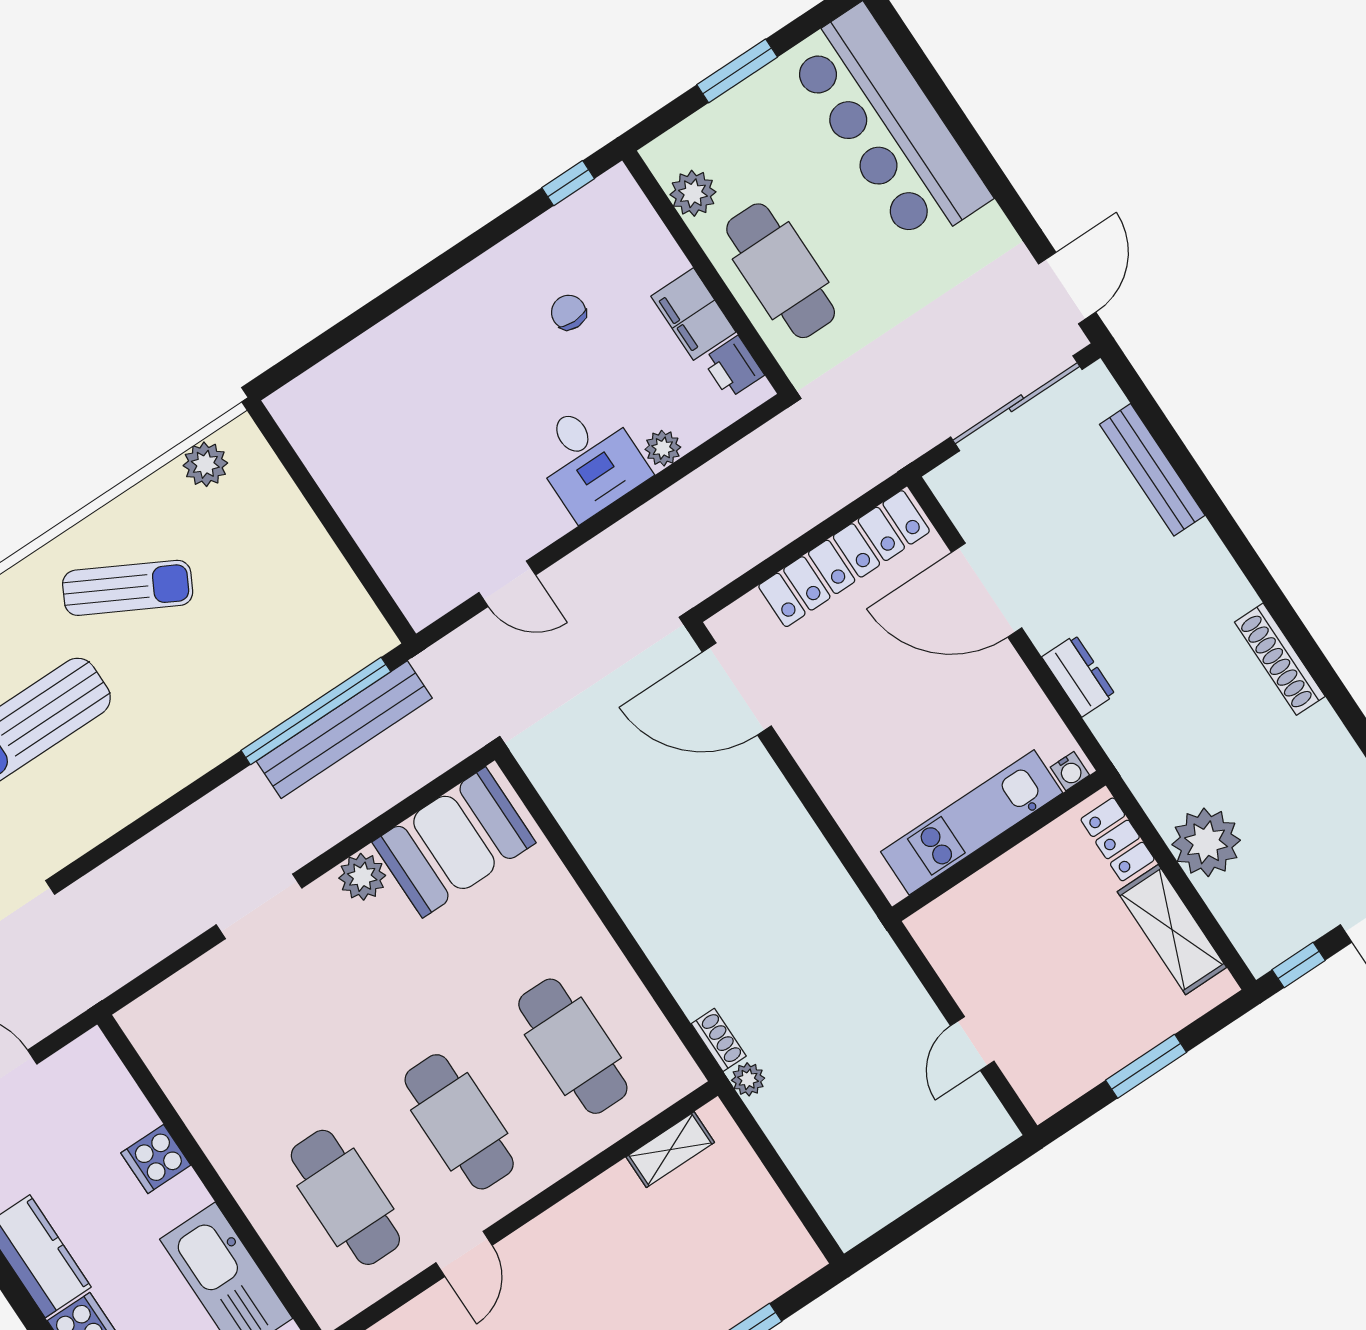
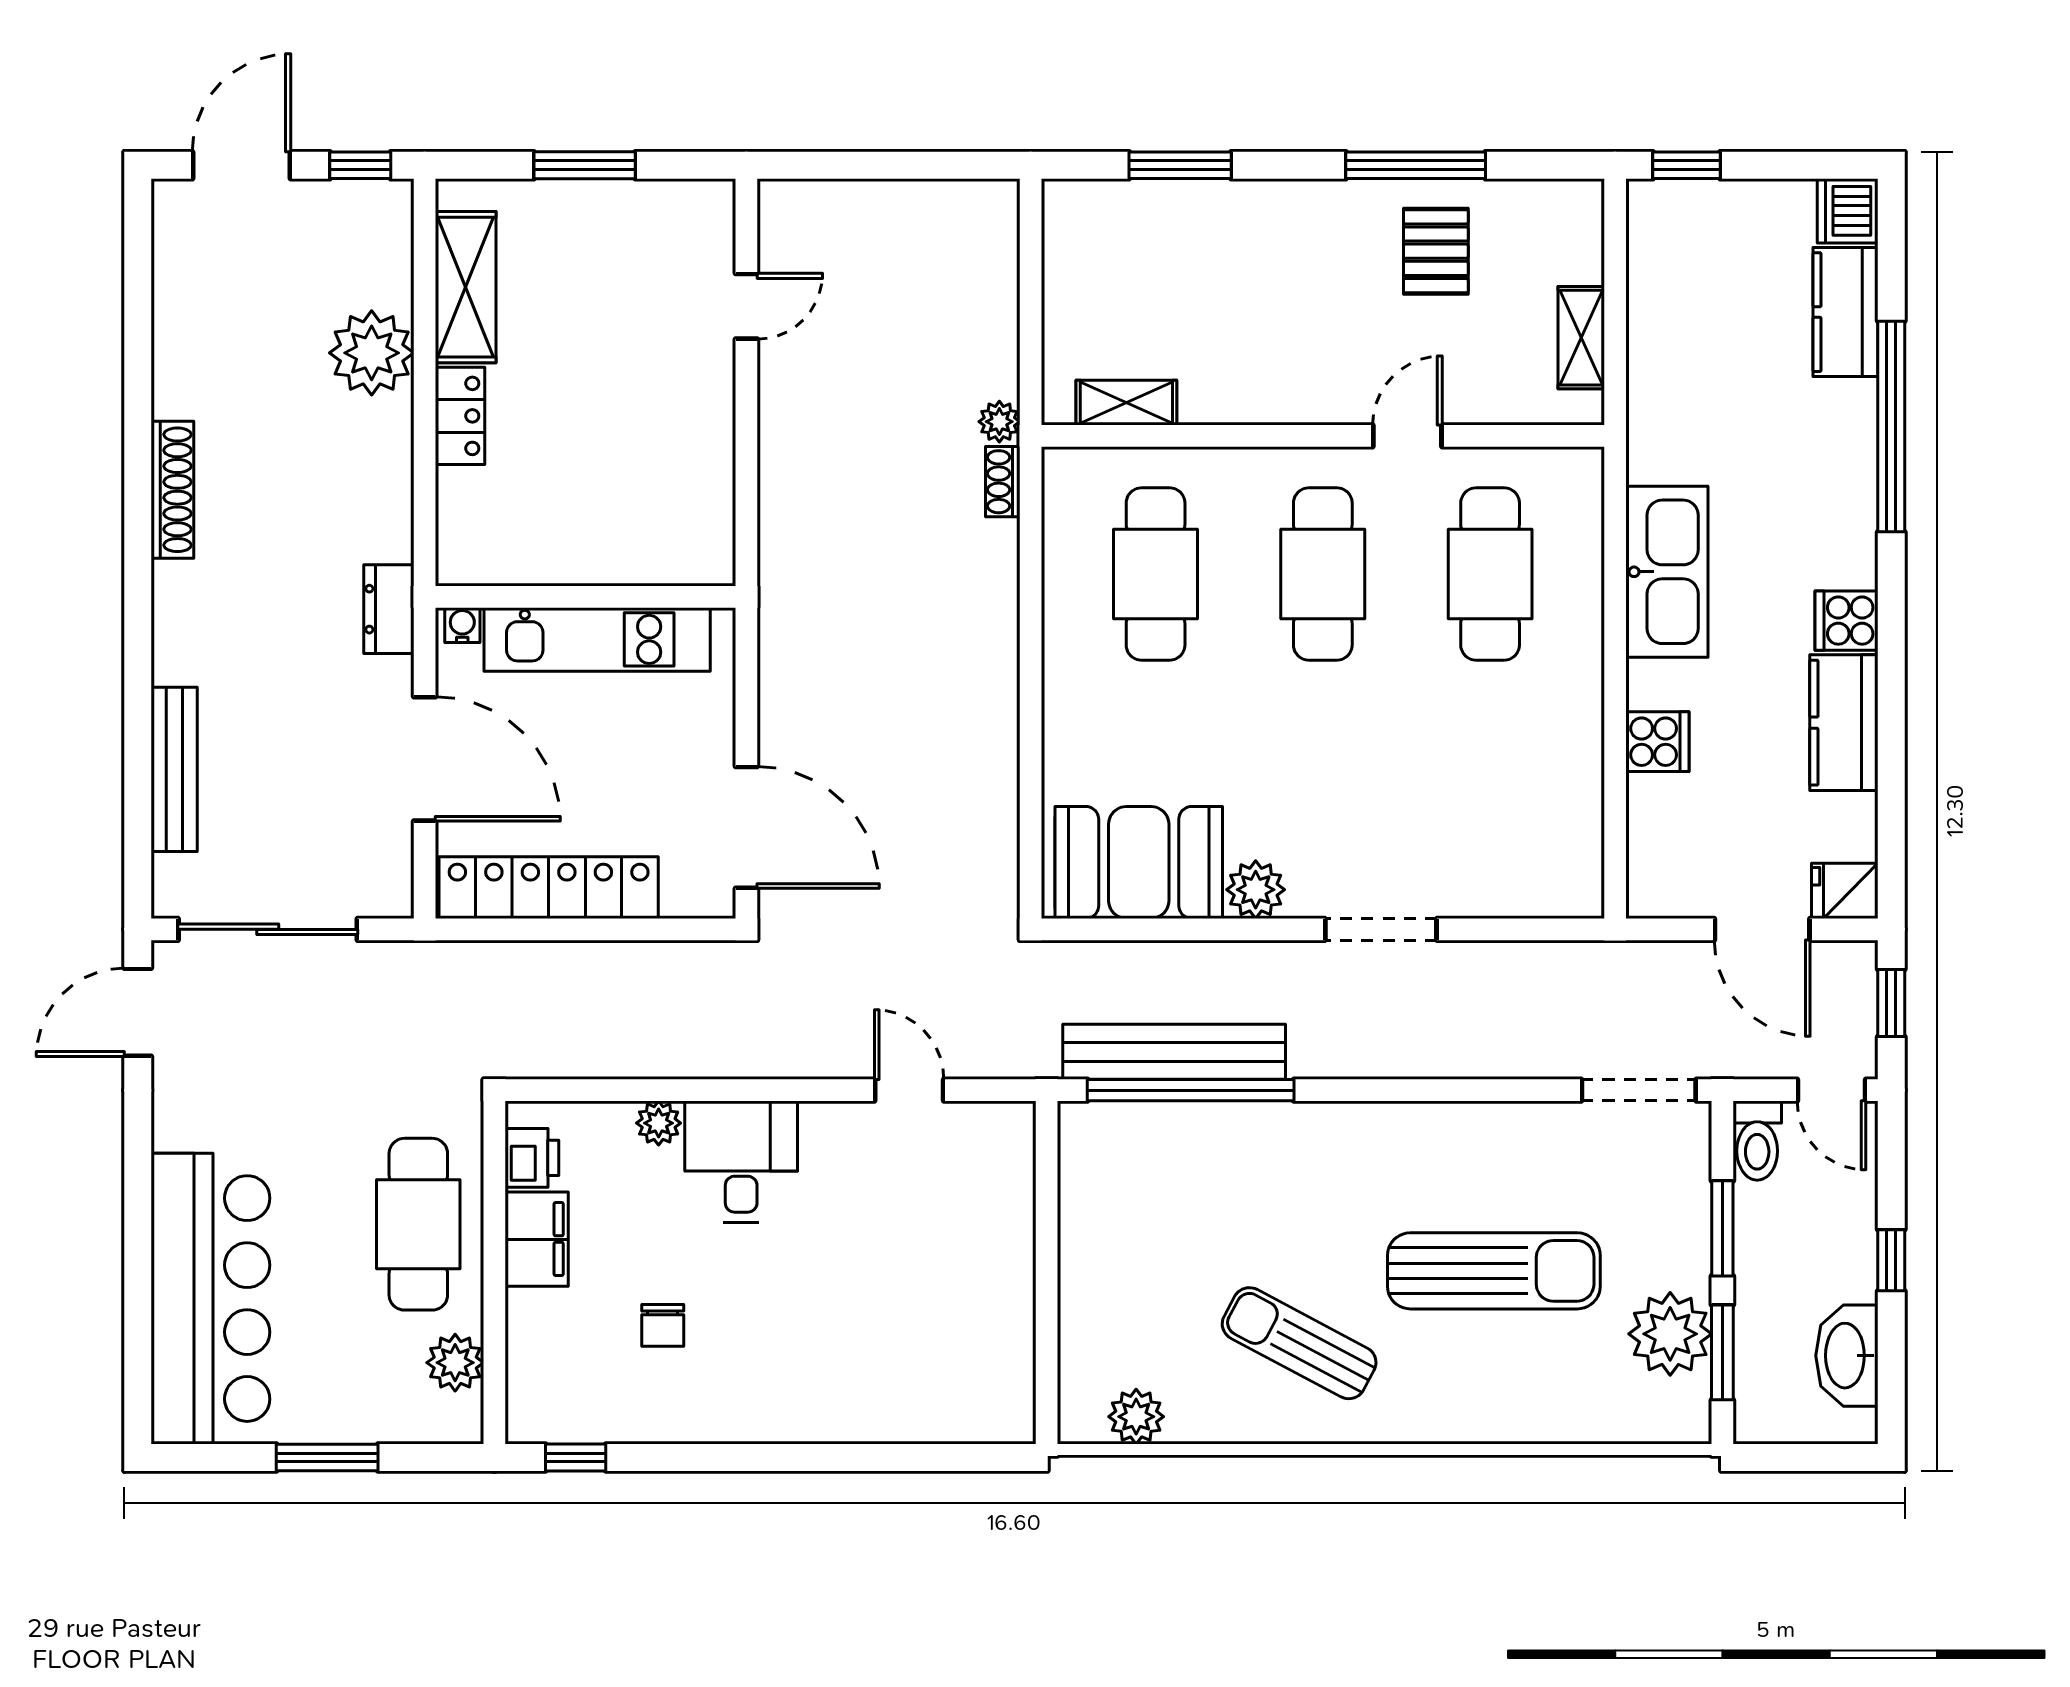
water cooler: (1070, 771) -> (462, 625), moved
kitchen unit: (972, 822) -> (597, 639), moved
wall: (999, 846) -> (585, 597), moved

